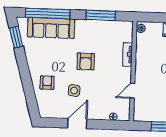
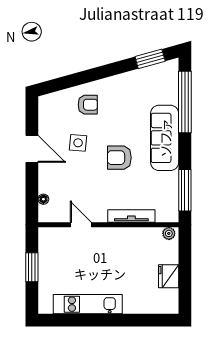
window: (101, 15) -> (185, 190), moved
sofa: (51, 28) -> (165, 138), moved
tv unit: (128, 55) -> (131, 216), width x1.41

